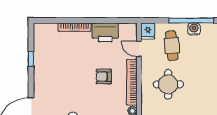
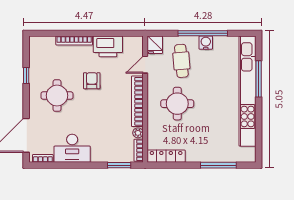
door: (139, 49) -> (145, 65), hinge flipped
round table: (59, 77) -> (57, 96), added
armchair: (104, 77) -> (92, 81), moved, turned 90

